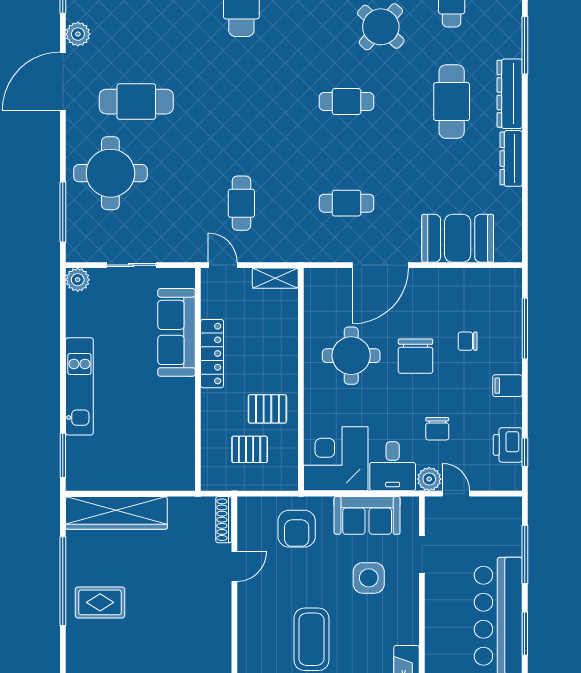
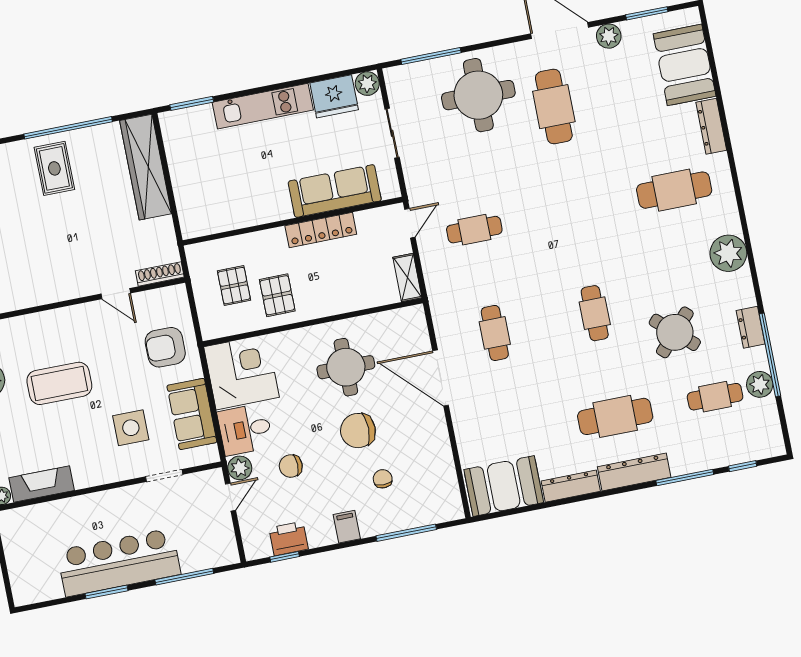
booth: (458, 238) -> (504, 486), moved, turned 90
fridge: (84, 315) -> (334, 96), added

